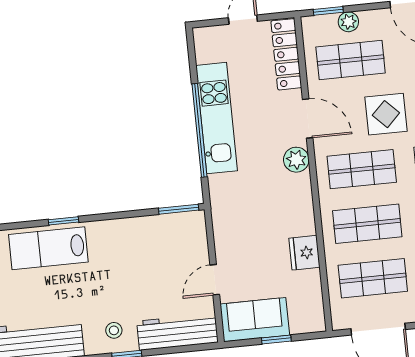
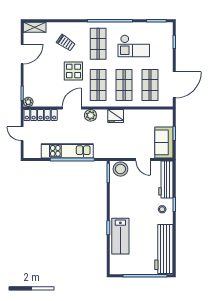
plant: (348, 22) -> (28, 102), moved
shop shelf: (351, 60) -> (46, 85), removed
stool: (190, 234) -> (120, 169), added
fridge: (304, 253) -> (116, 116), moved

